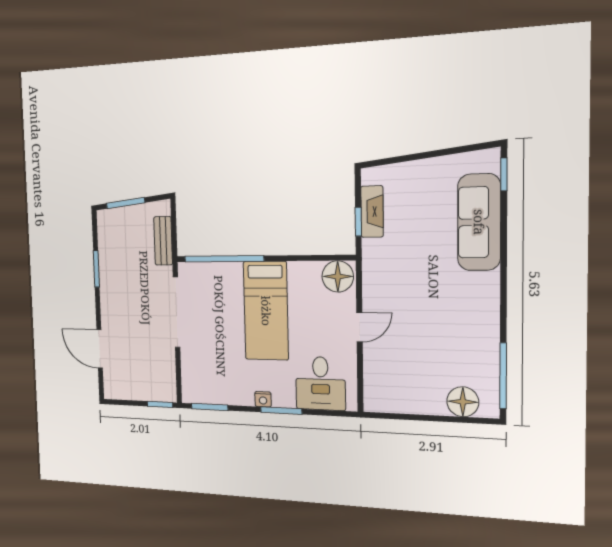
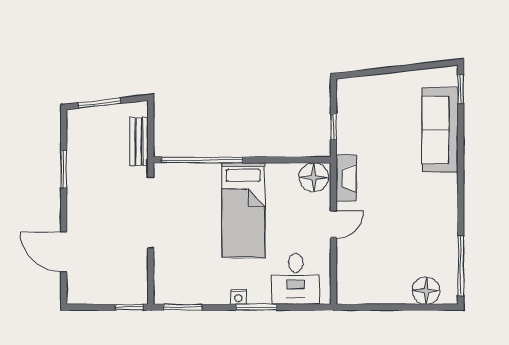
fireplace: (372, 212) -> (346, 178), moved

